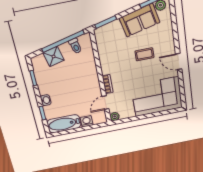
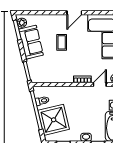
shower: (54, 56) -> (54, 120), width x1.86, depth x1.86
door: (105, 103) -> (100, 85), swing flipped

